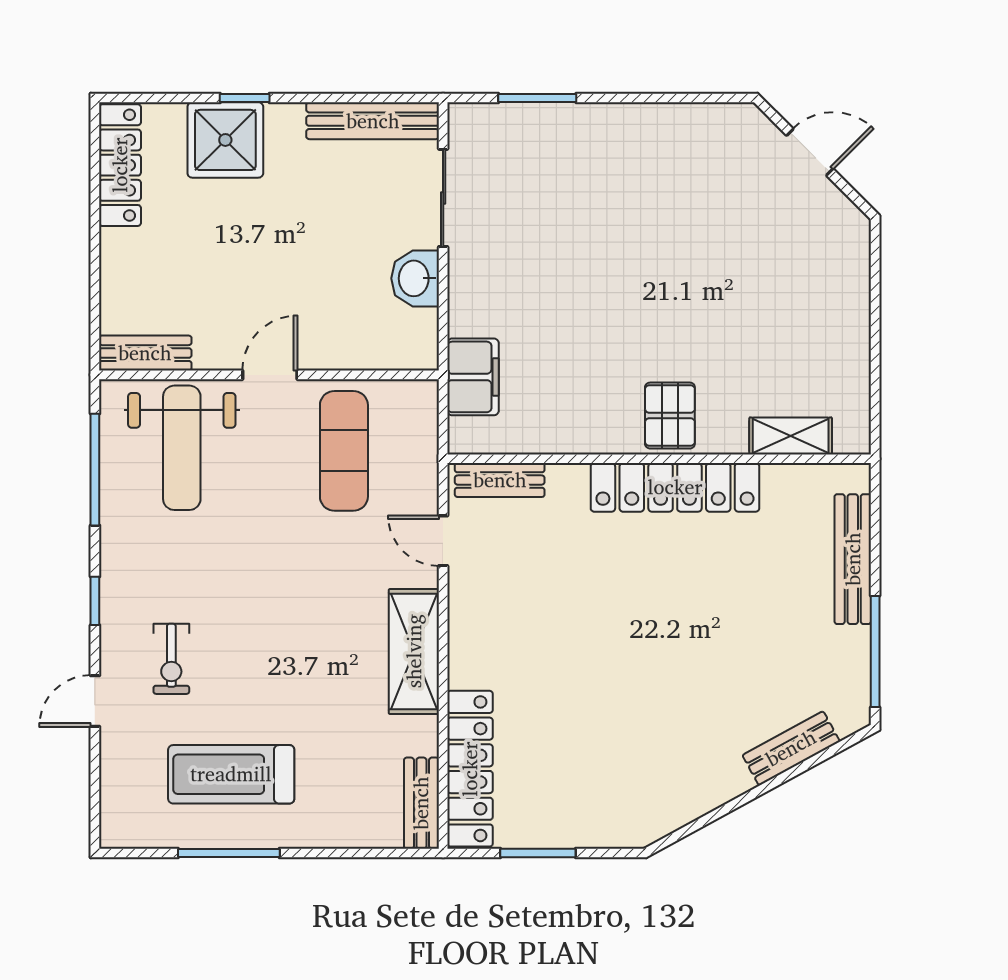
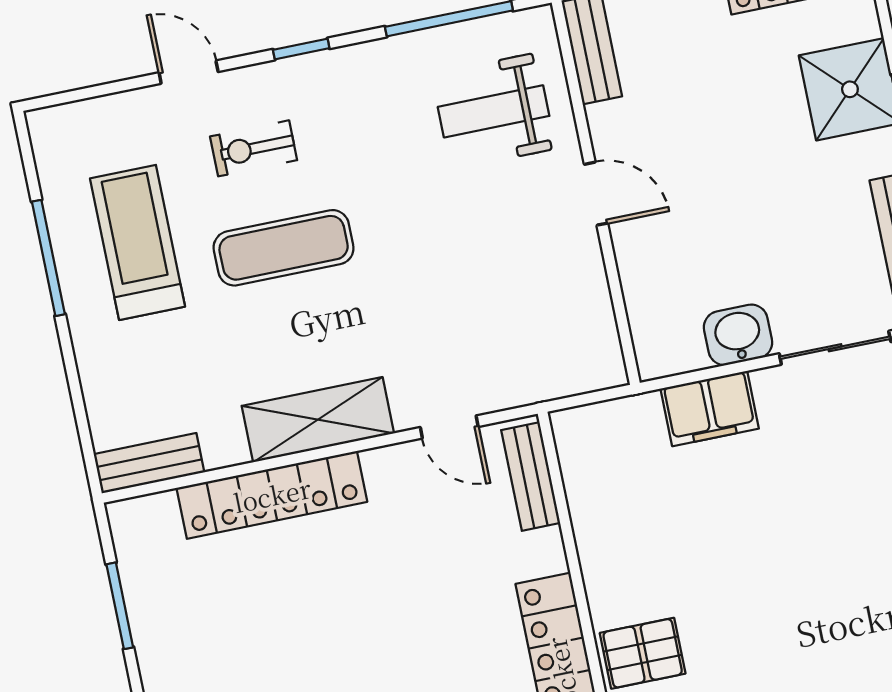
filing cabinet: (473, 377) -> (710, 409), moved
weight bench: (182, 448) -> (494, 111), width x0.73, depth x0.75
exercise mat: (344, 451) -> (284, 248), moved
door: (443, 541) -> (449, 427), swing flipped
locker: (470, 769) -> (272, 495), moved

